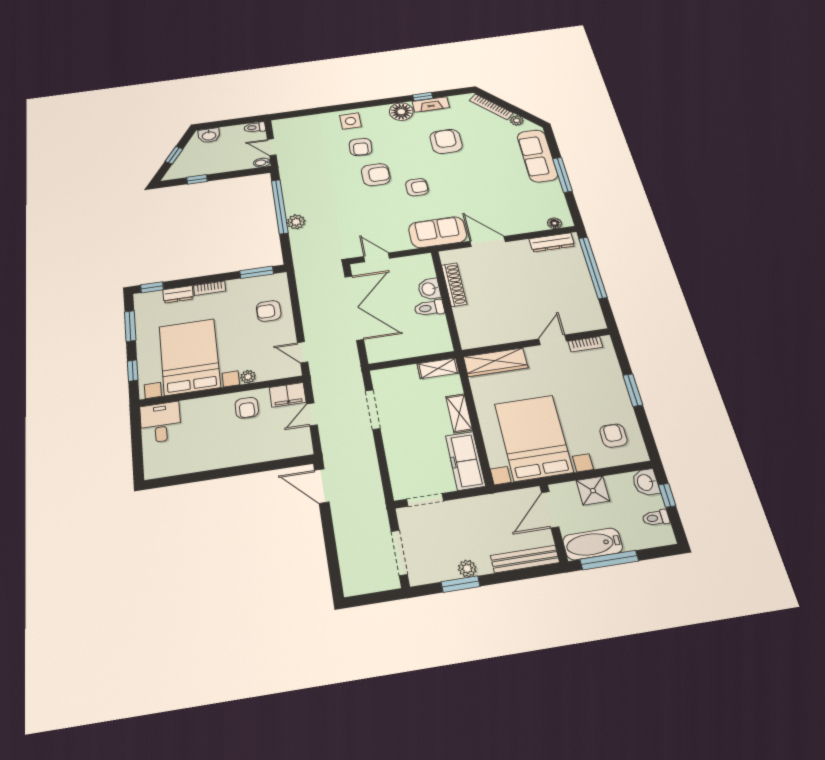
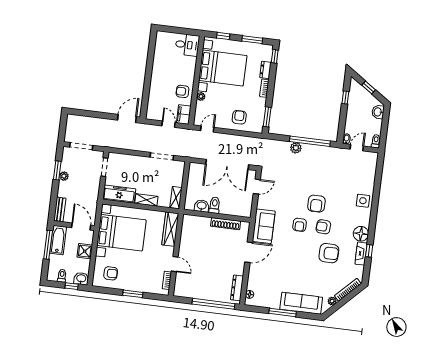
armchair: (361, 147) -> (323, 227), moved
washbasin: (429, 289) -> (202, 206), moved
bench: (525, 559) -> (60, 209), width x0.73

